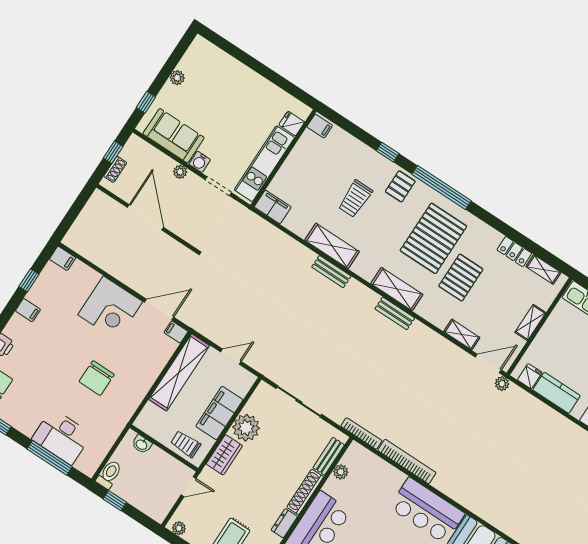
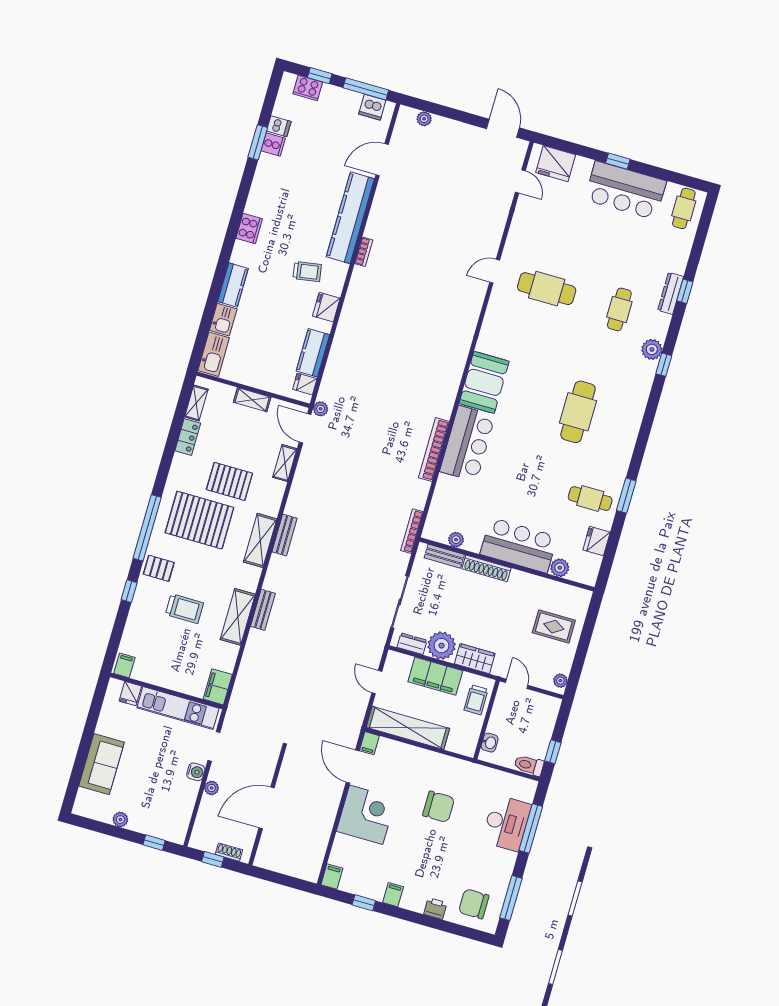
sofa: (174, 136) -> (102, 764), moved, turned 180
bookcase: (407, 461) -> (434, 450), moved
dresser: (284, 523) -> (412, 644), moved, turned 180

